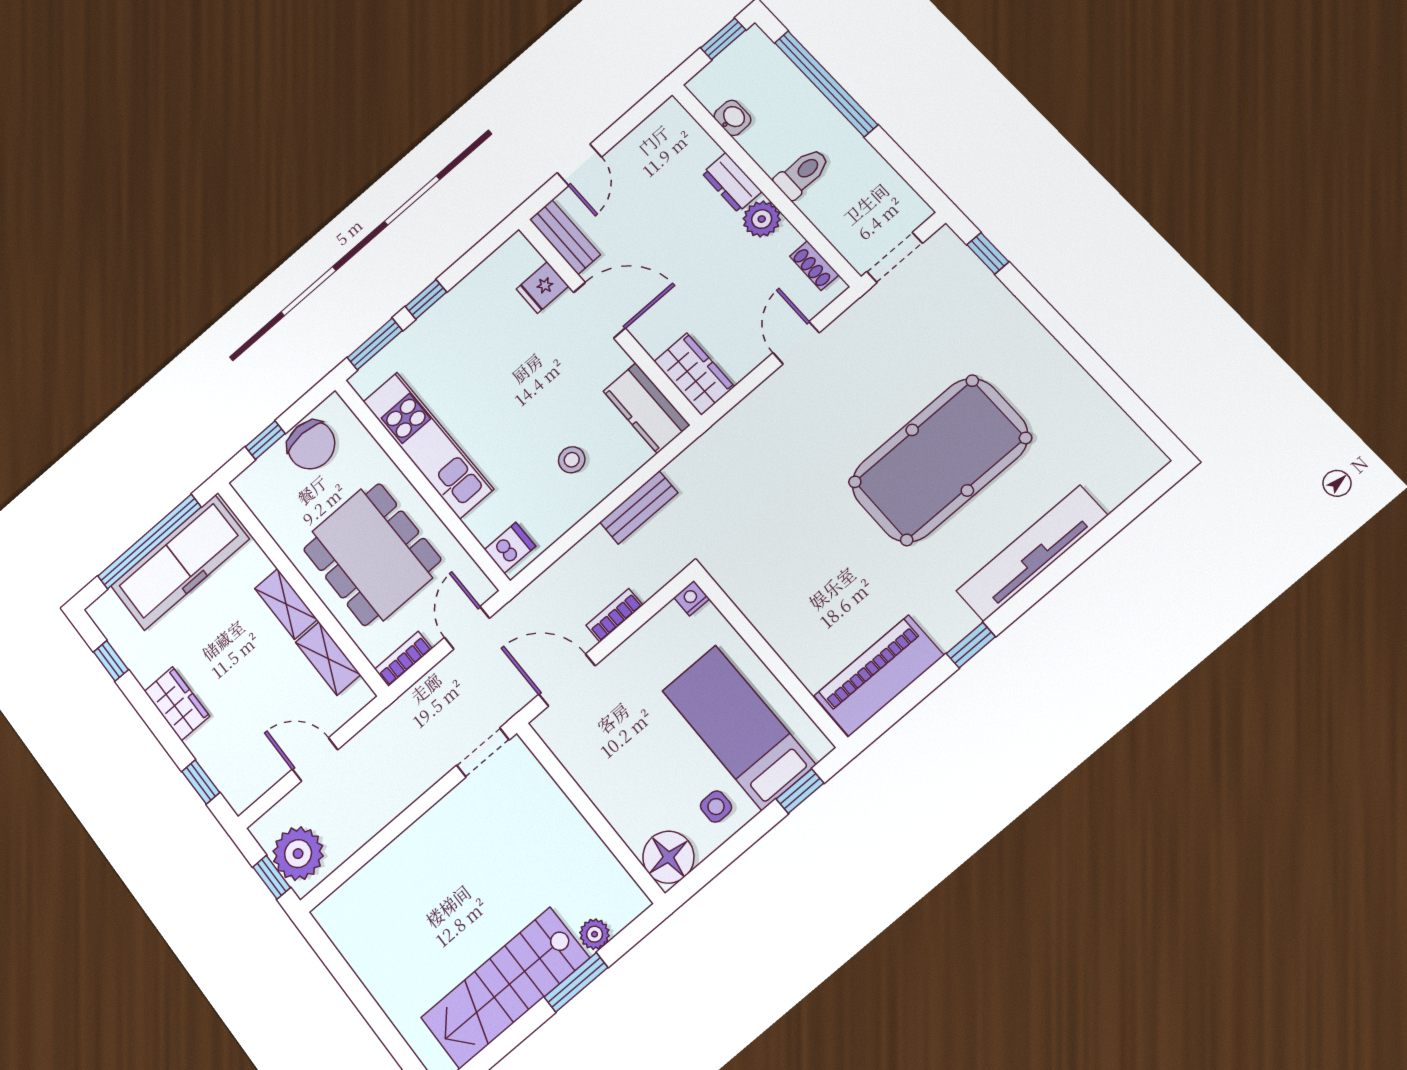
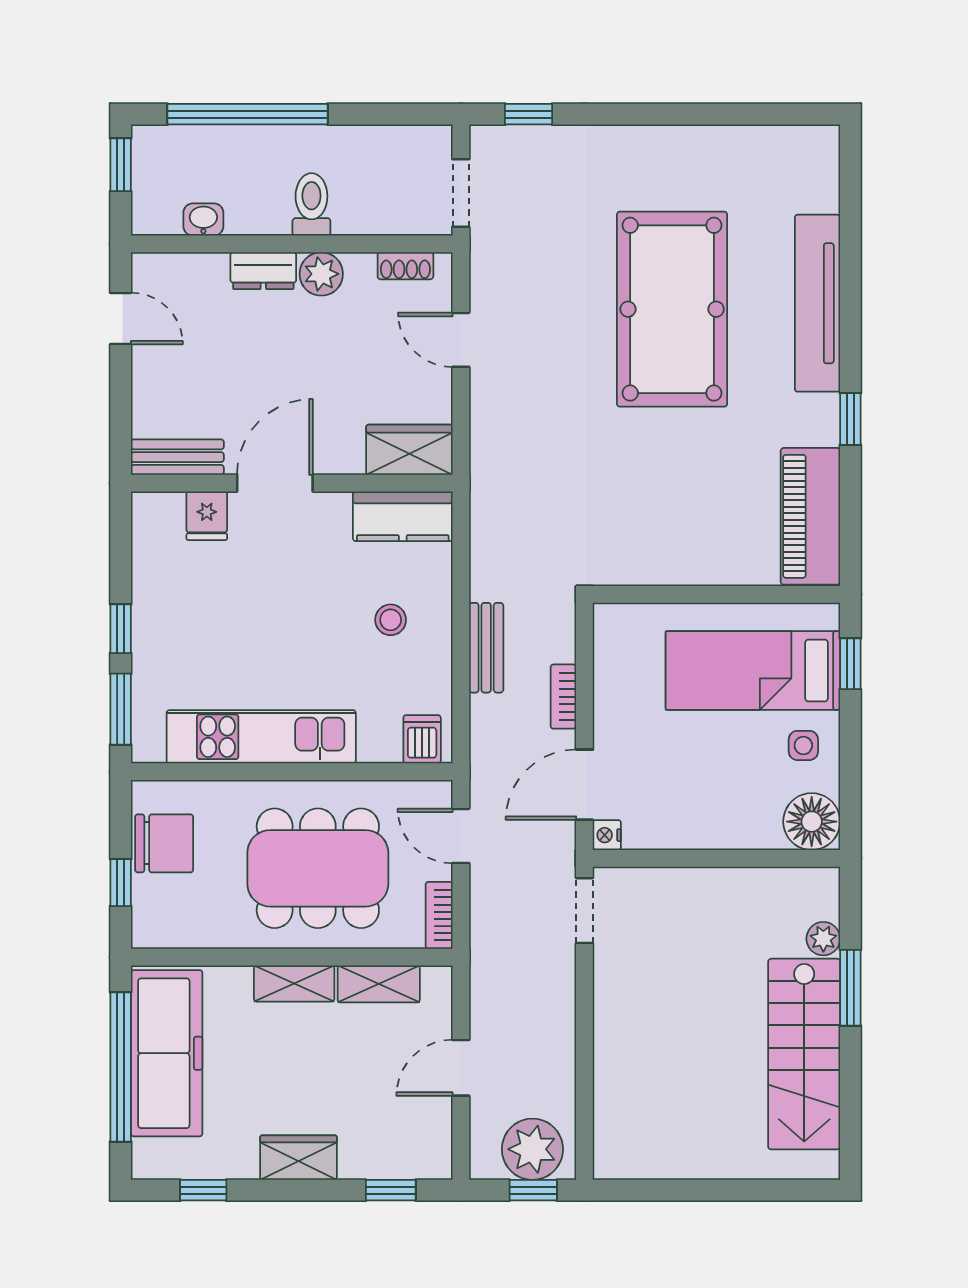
door: (579, 165) -> (121, 319), moved
bench: (639, 507) -> (486, 648), moved
nightstand: (692, 598) -> (607, 835), moved

